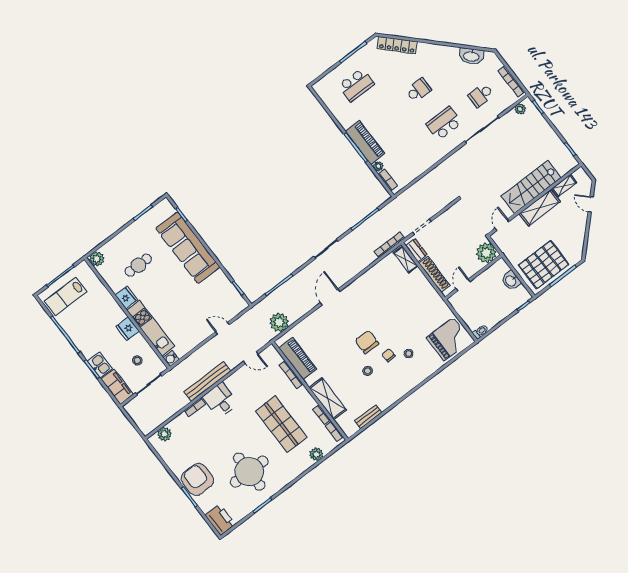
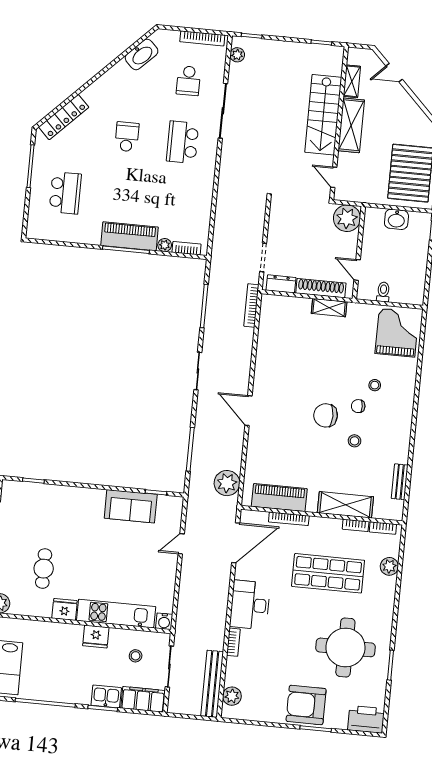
sofa: (188, 248) -> (131, 506), moved, width x0.54, depth x0.79
shelving: (405, 259) -> (329, 308), moved
toilet: (480, 332) -> (383, 292), moved
door: (251, 358) -> (236, 543), width x1.88
bench: (207, 381) -> (212, 684), moved
desk: (220, 400) -> (250, 605), width x1.37

